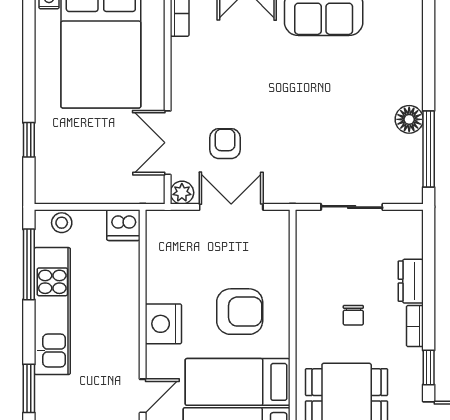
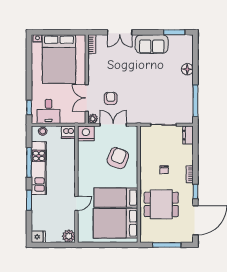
floor lamp: (409, 119) -> (187, 69), moved
window: (29, 140) -> (29, 107), moved
desk: (76, 175) -> (49, 111), added
window: (29, 264) -> (29, 162), moved
dresser: (411, 281) -> (188, 135), moved
armchair: (240, 312) -> (118, 158), moved, turned -69
nightstand: (163, 324) -> (86, 133), moved, turned 90

